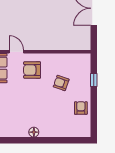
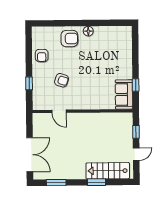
door: (16, 52) -> (59, 111), moved
armchair: (32, 70) -> (69, 39), moved

